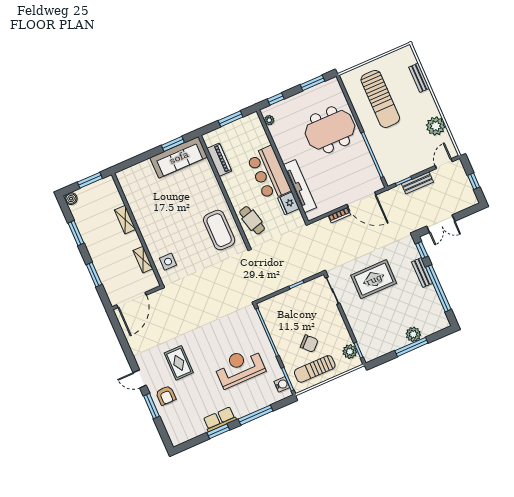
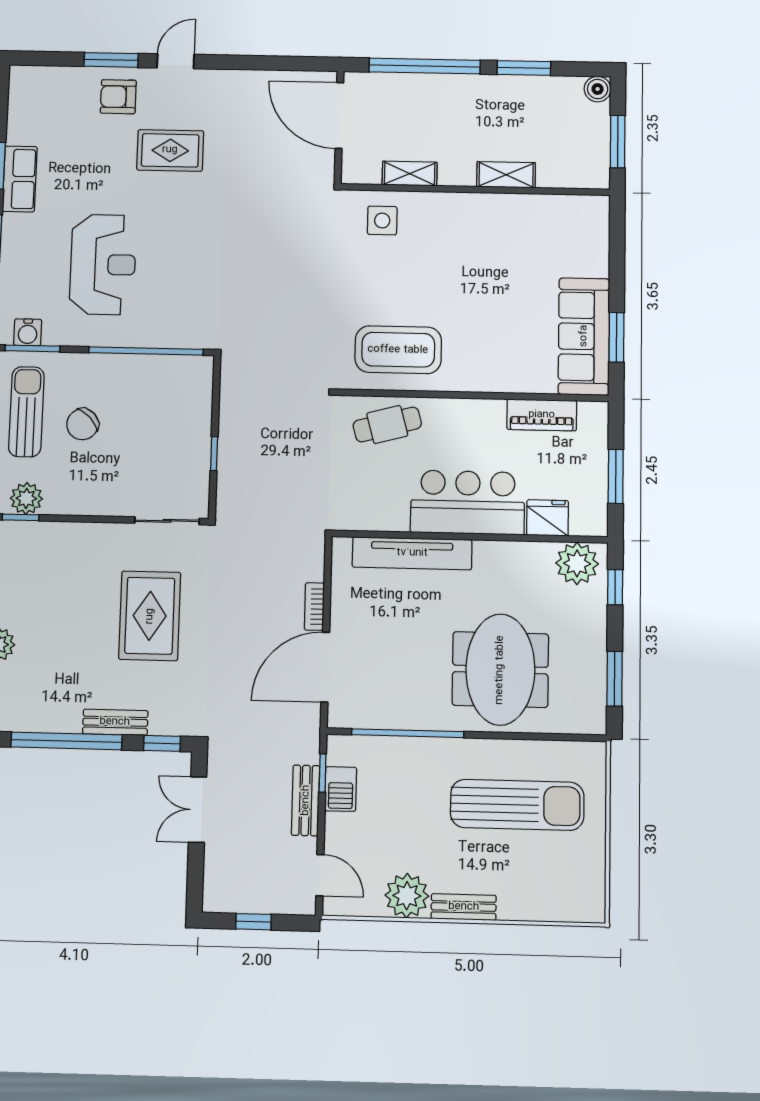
bench: (419, 78) -> (464, 907), moved
sun lounger: (380, 99) -> (517, 805), turned 180
plant: (269, 120) -> (577, 563), width x1.88, depth x1.88
barbecue: (406, 171) -> (341, 789), added
fridge: (289, 203) -> (548, 518), moved
window: (94, 275) -> (425, 66), width x2.11

